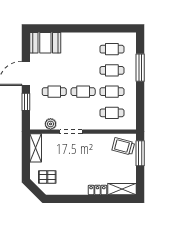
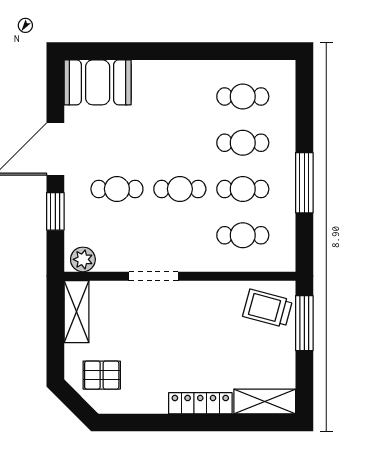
window: (140, 68) -> (304, 183), moved
plant: (51, 124) -> (83, 259), moved
locker: (97, 190) -> (200, 403), width x1.53

